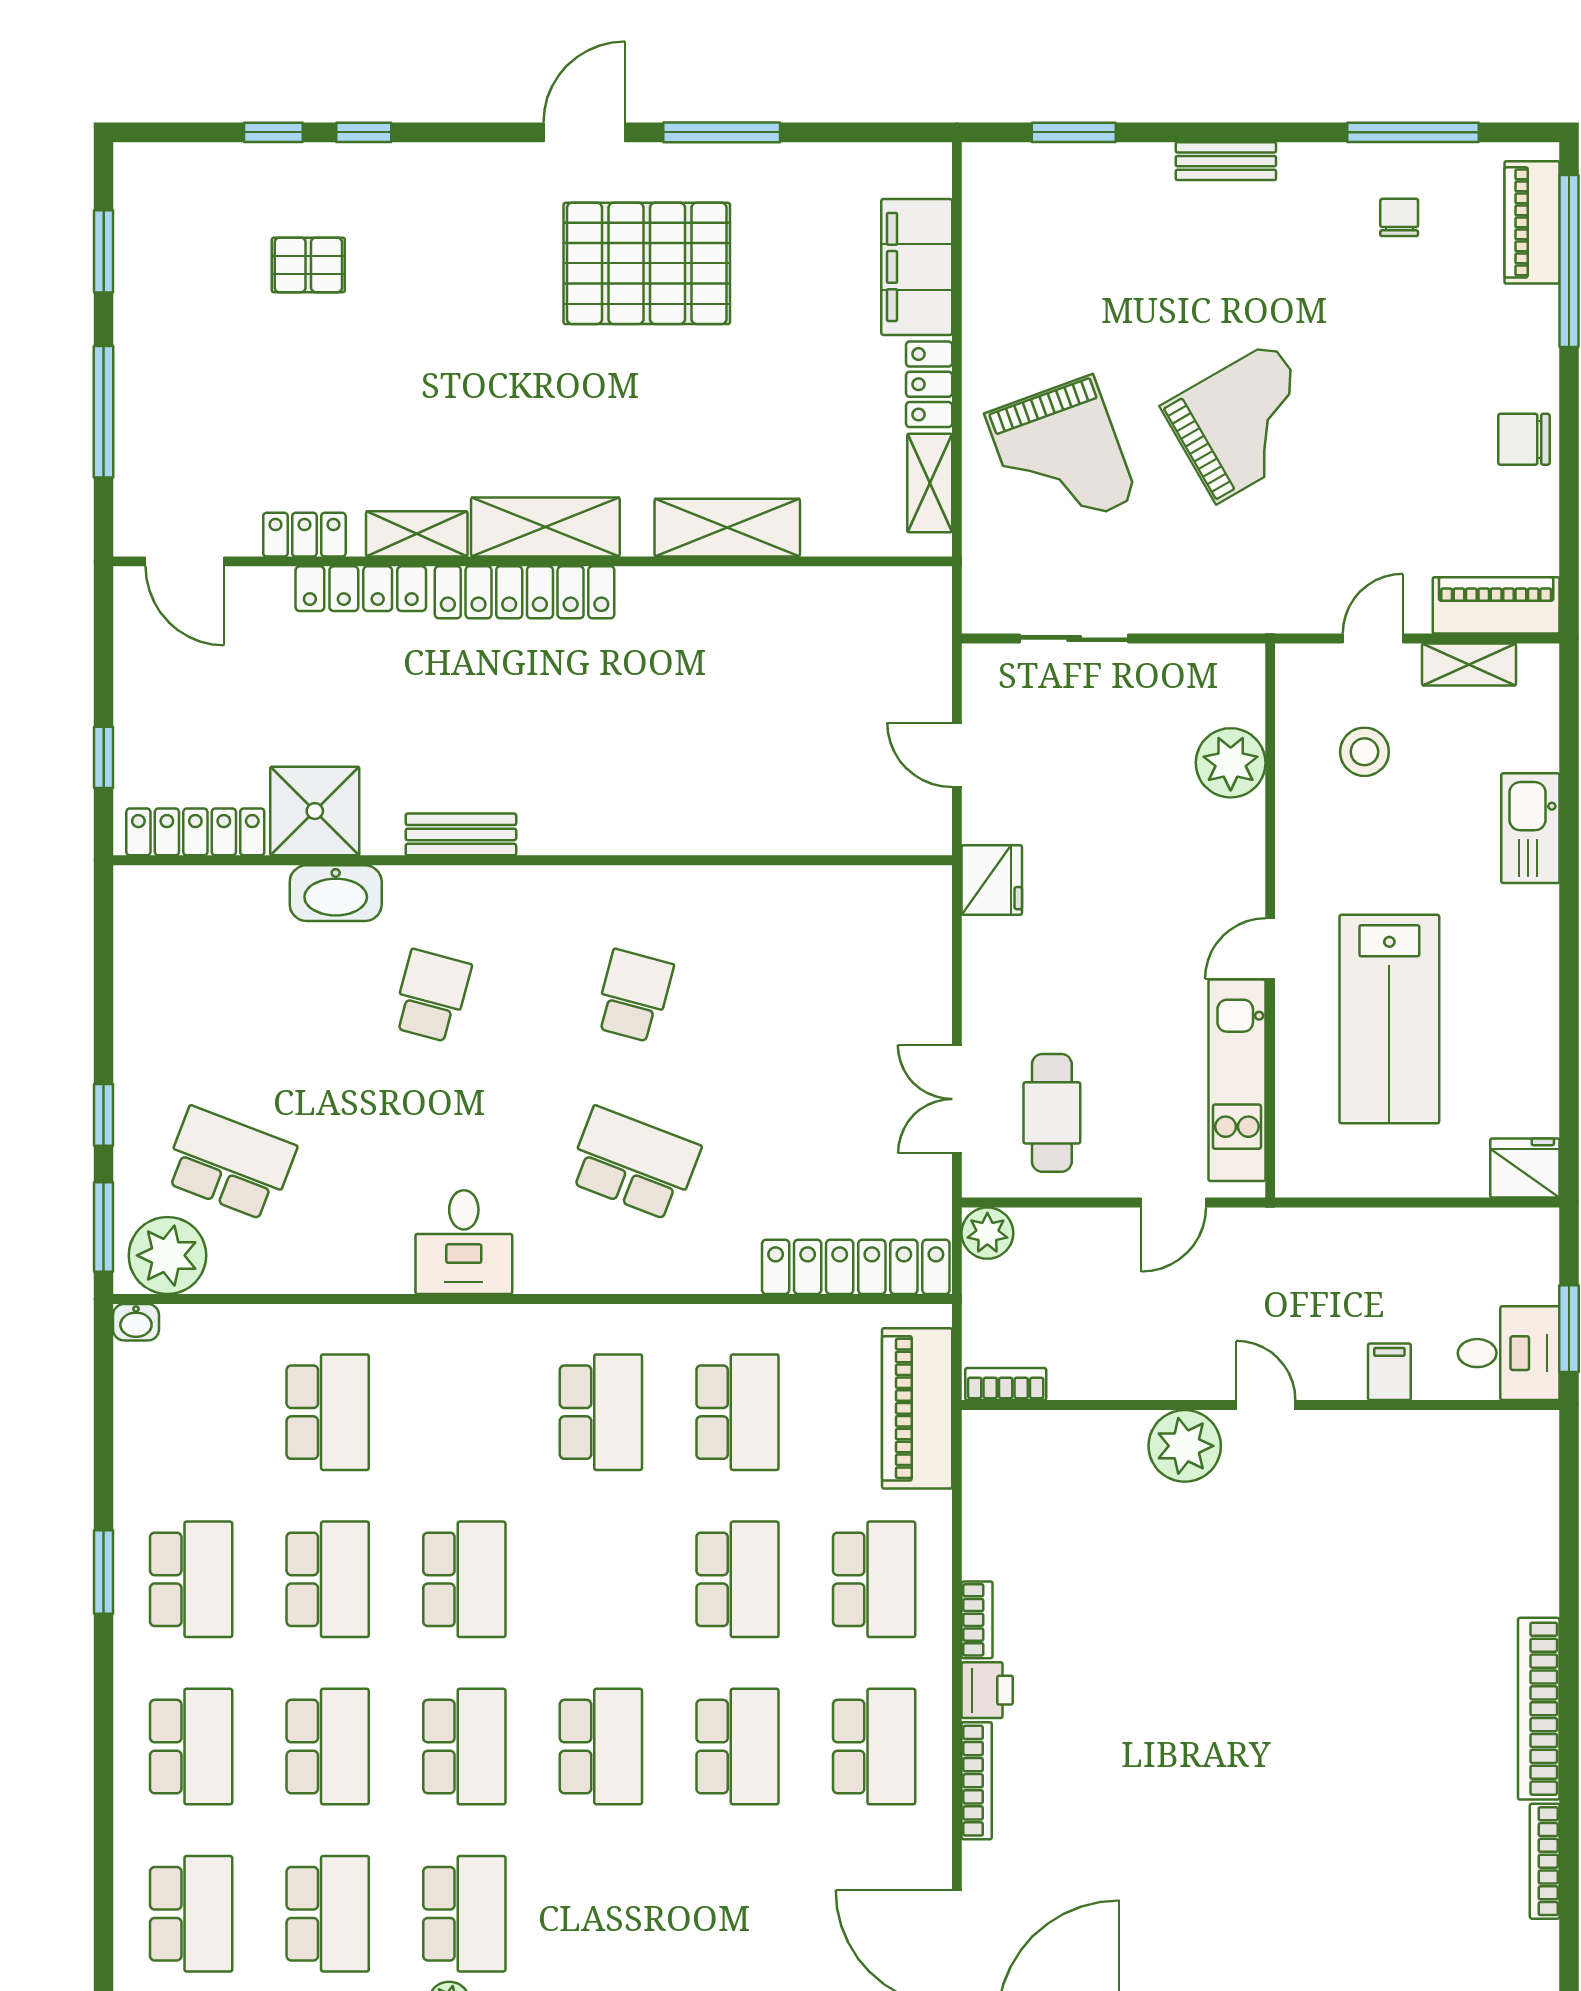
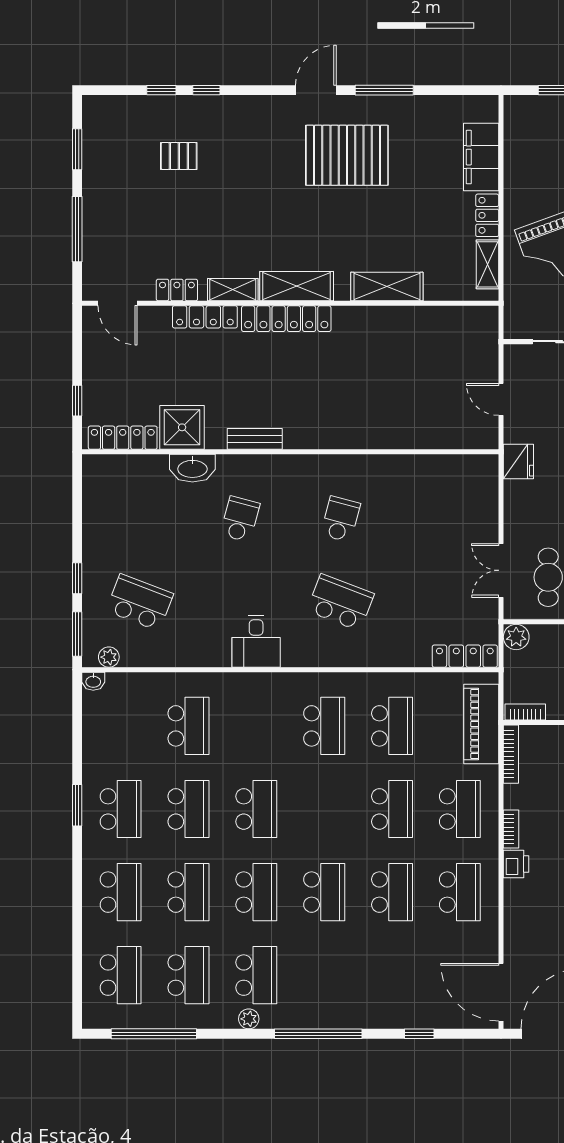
plant: (167, 1255) -> (109, 657), width x0.53, depth x0.53
locker: (856, 1267) -> (465, 656), width x0.71, depth x0.83
bookcase: (977, 1781) -> (511, 754), moved

